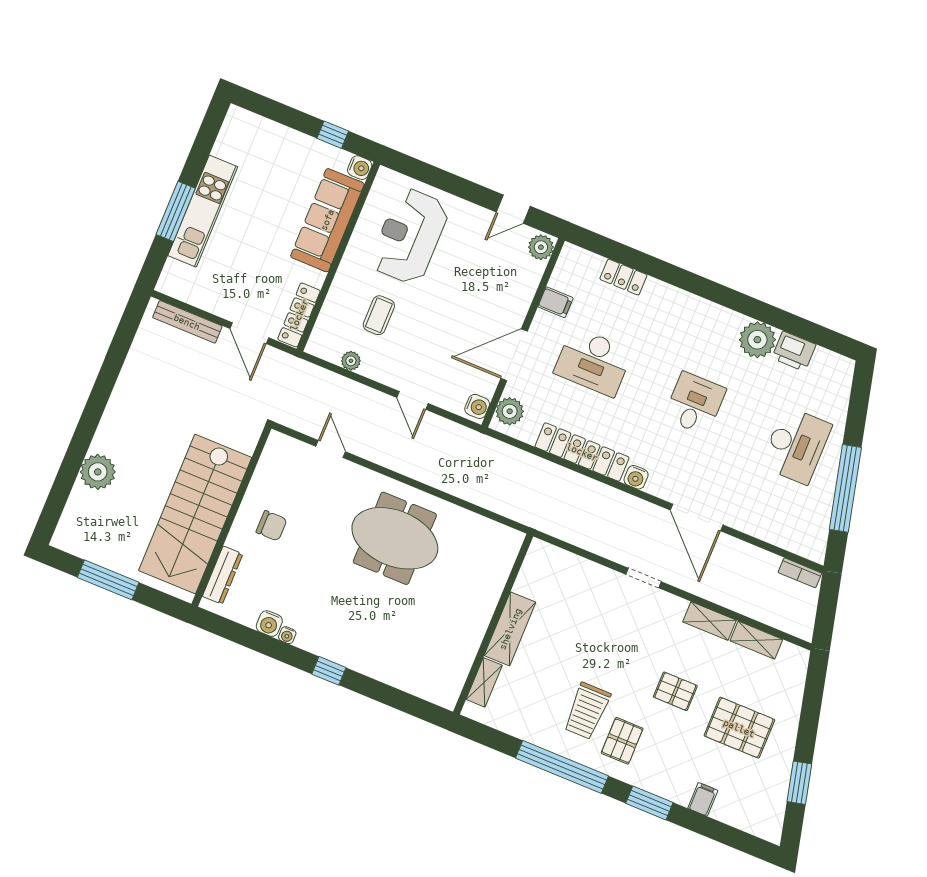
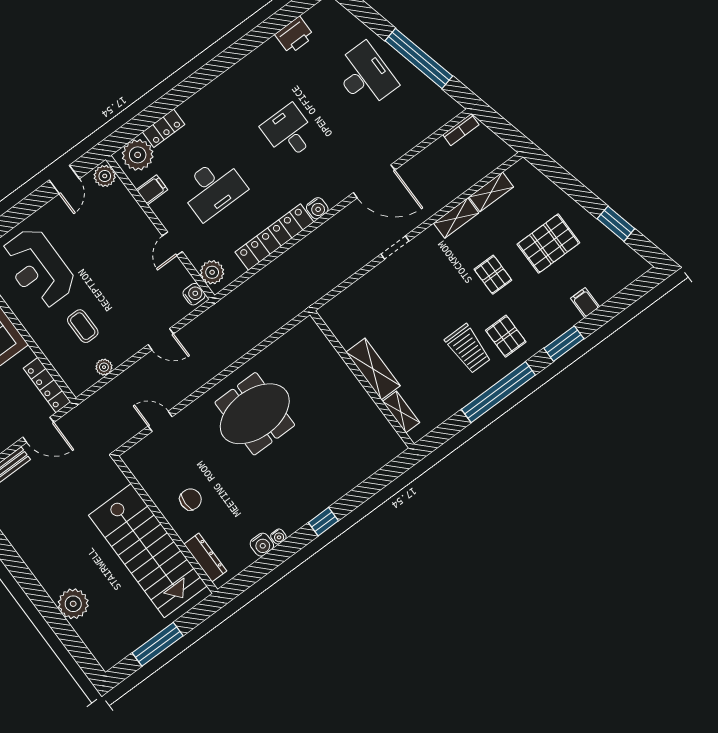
plant: (757, 340) -> (138, 155), moved
door: (514, 355) -> (172, 244), width x0.53
pallet: (675, 691) -> (493, 275), turned 90

